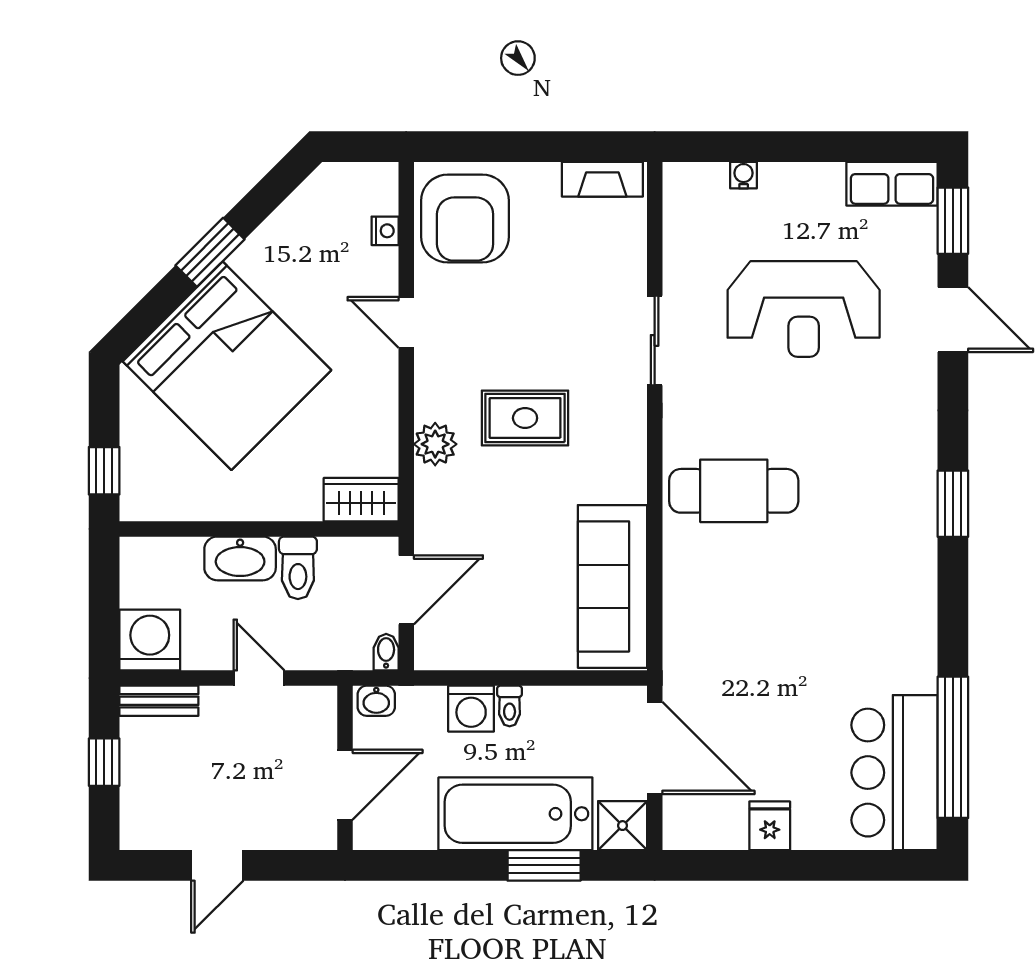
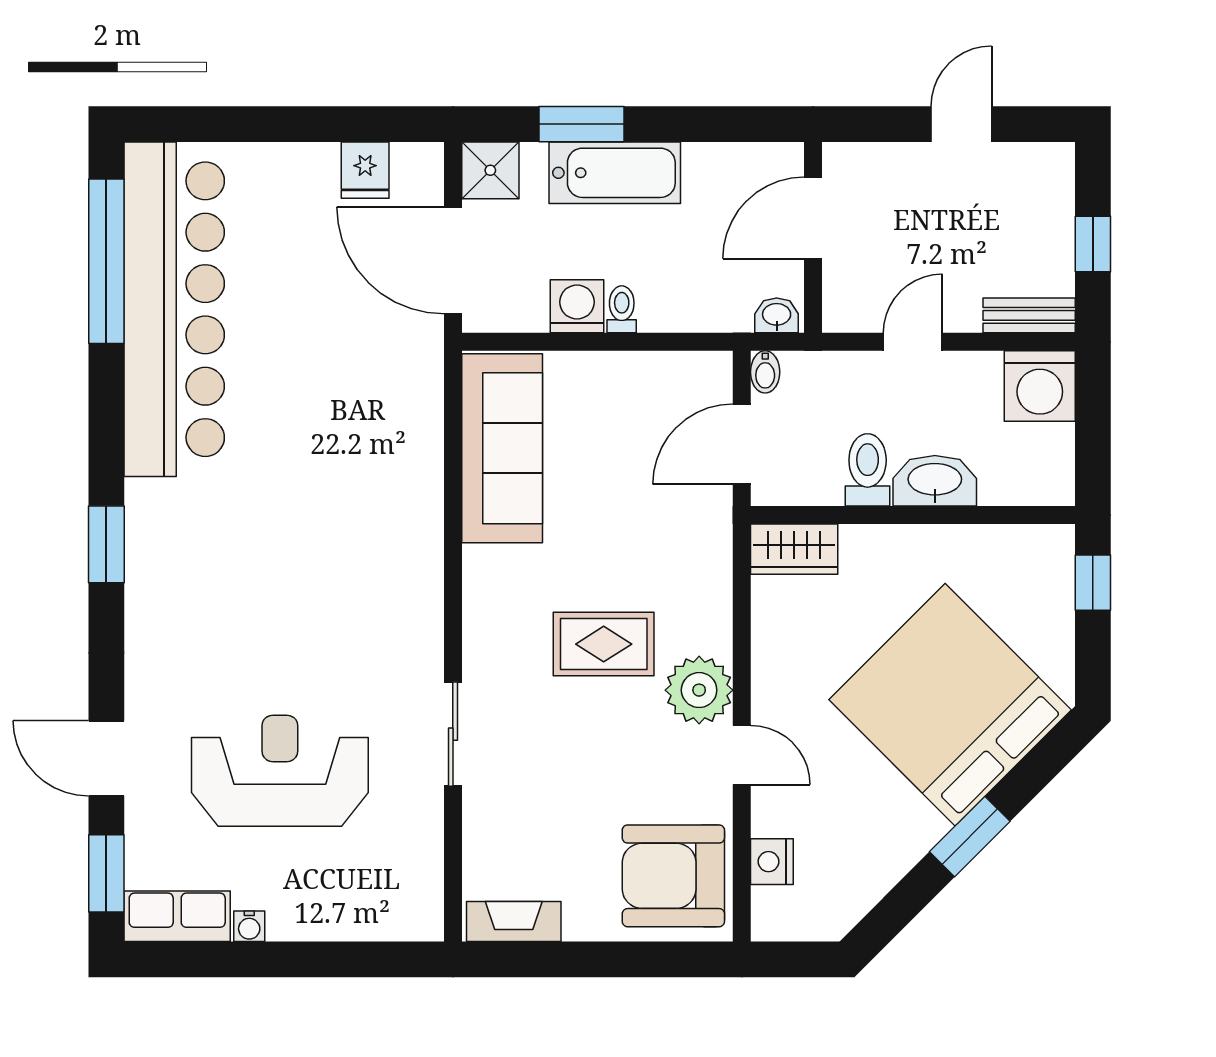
water cooler: (744, 175) -> (249, 926), moved
armchair: (465, 219) -> (673, 876), turned -90
nightstand: (385, 231) -> (772, 862), width x1.39, depth x1.35
plant: (435, 444) -> (699, 690), moved, width x1.36, depth x1.36
cafe table: (734, 491) -> (361, 559), removed
door: (259, 678) -> (913, 342), swing flipped
washing machine: (471, 709) -> (577, 306), moved
bar counter: (895, 773) -> (174, 309), width x1.86
bathtub: (515, 814) -> (615, 173), width x0.73, depth x0.73
fridge: (770, 826) -> (365, 170), moved

